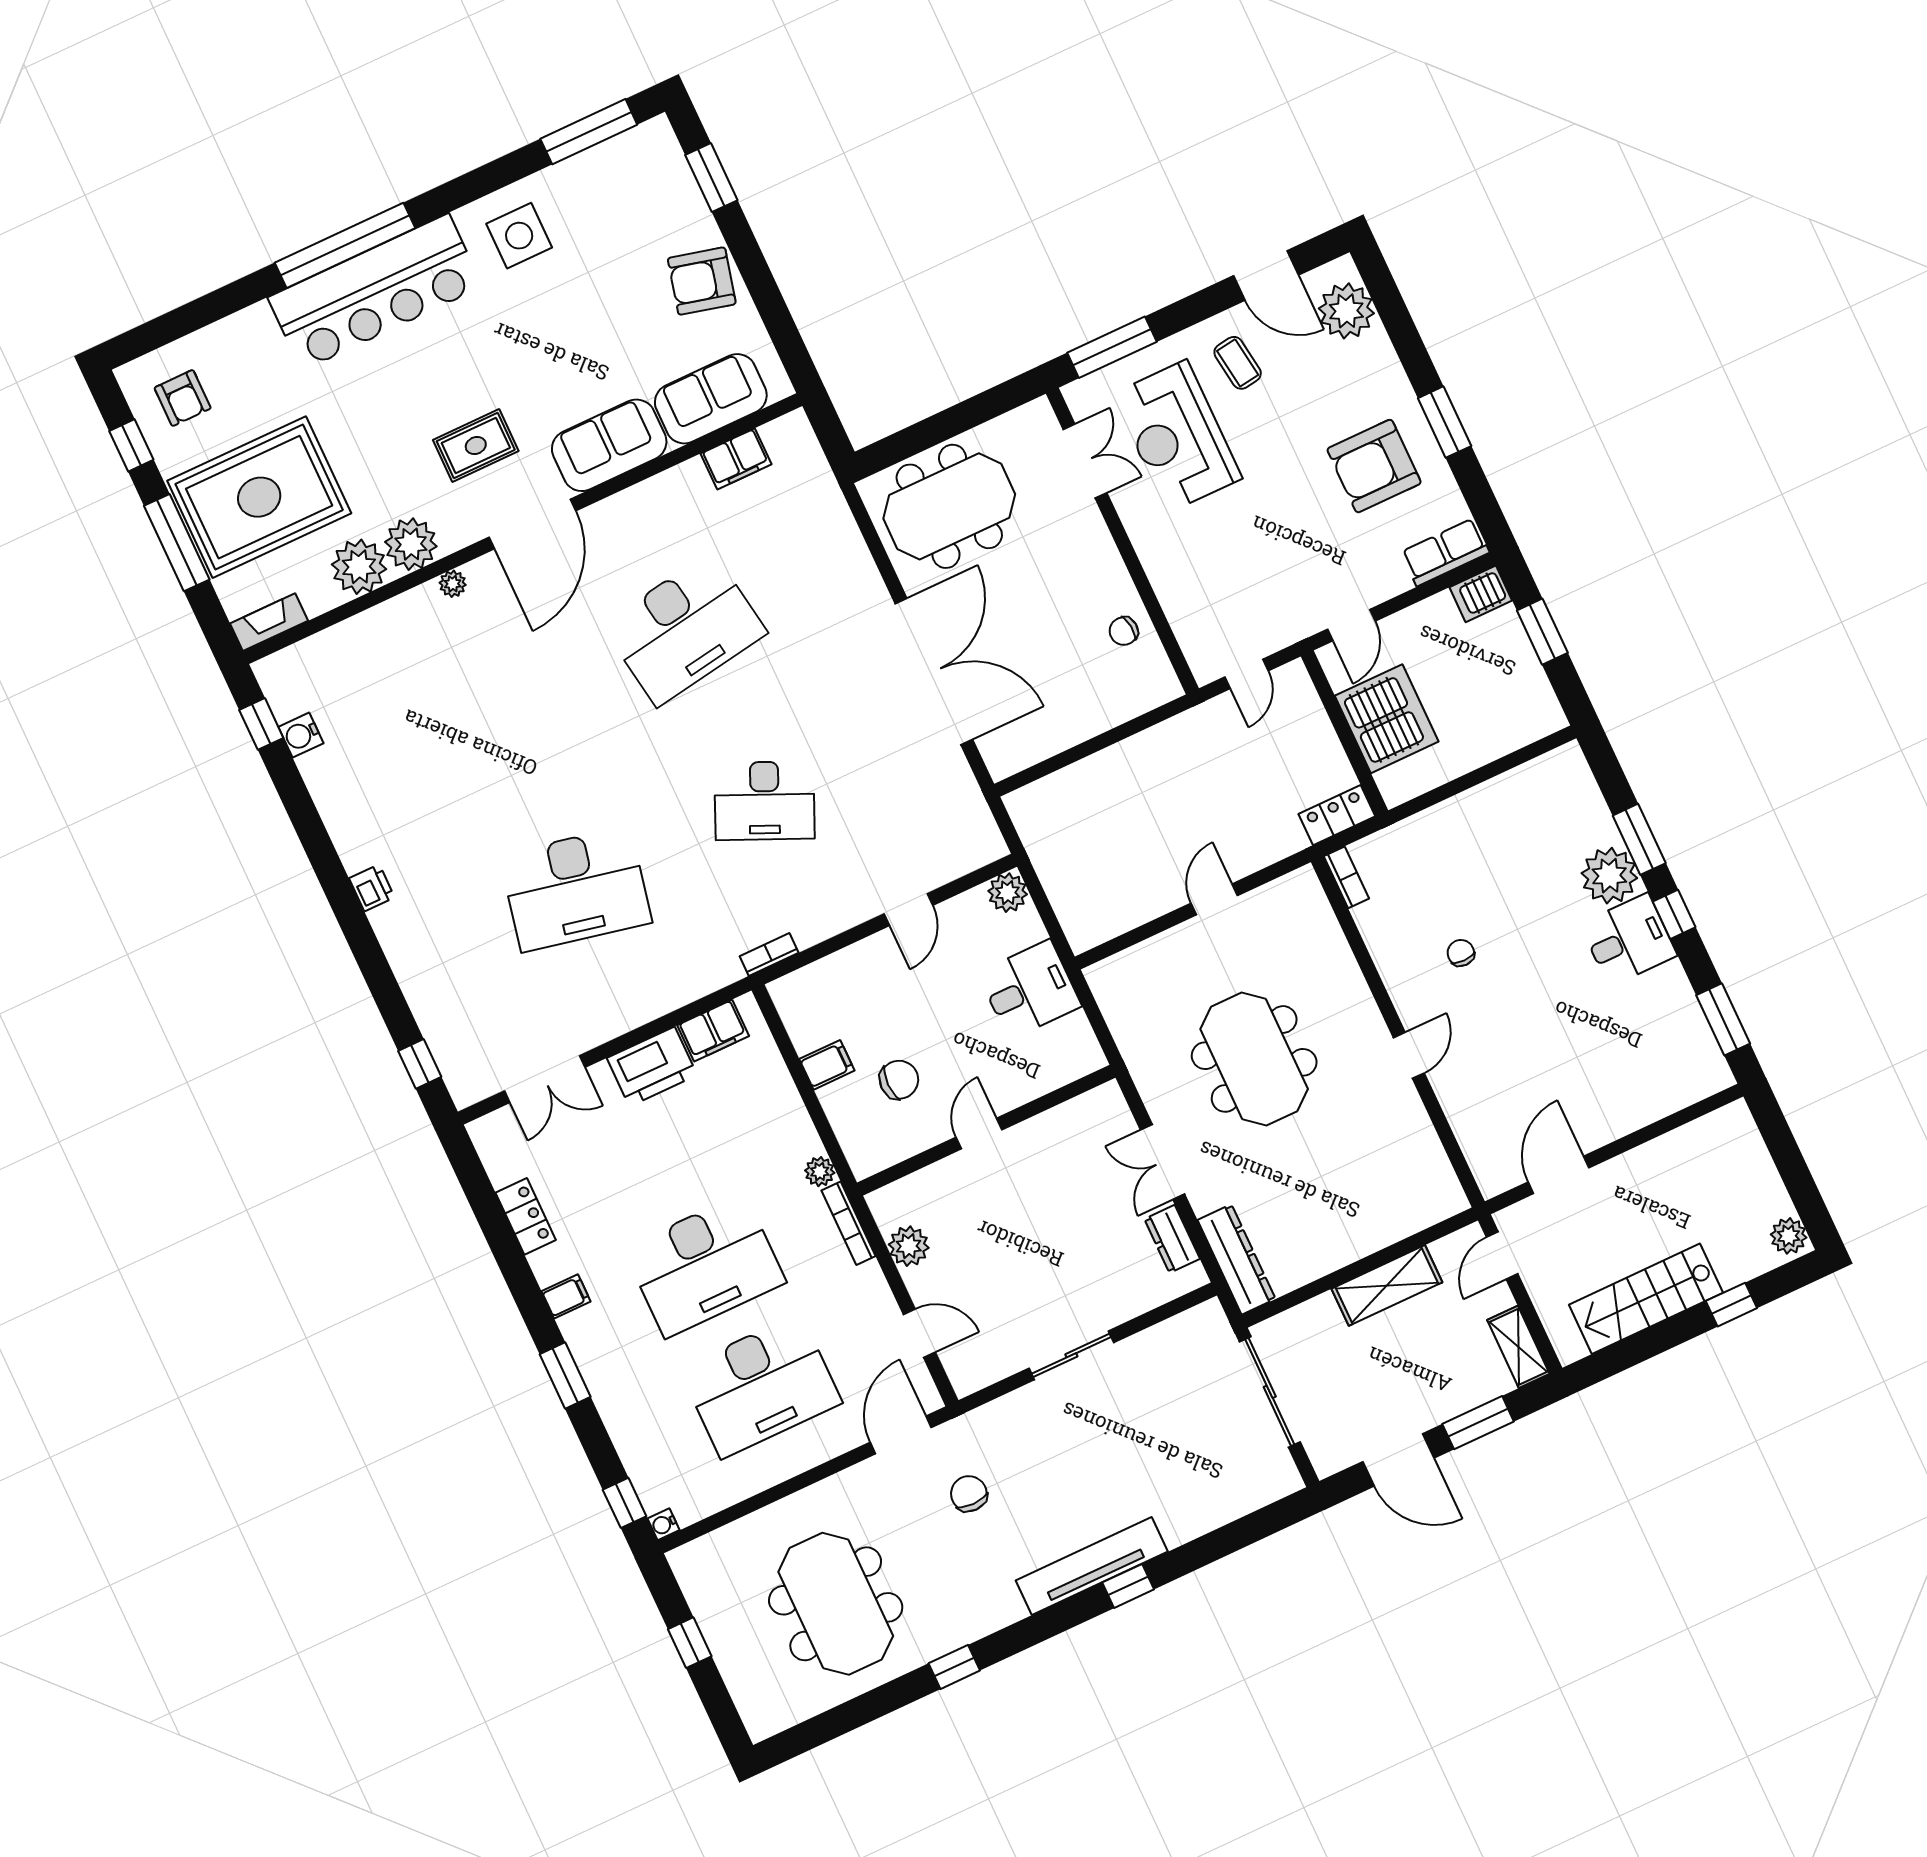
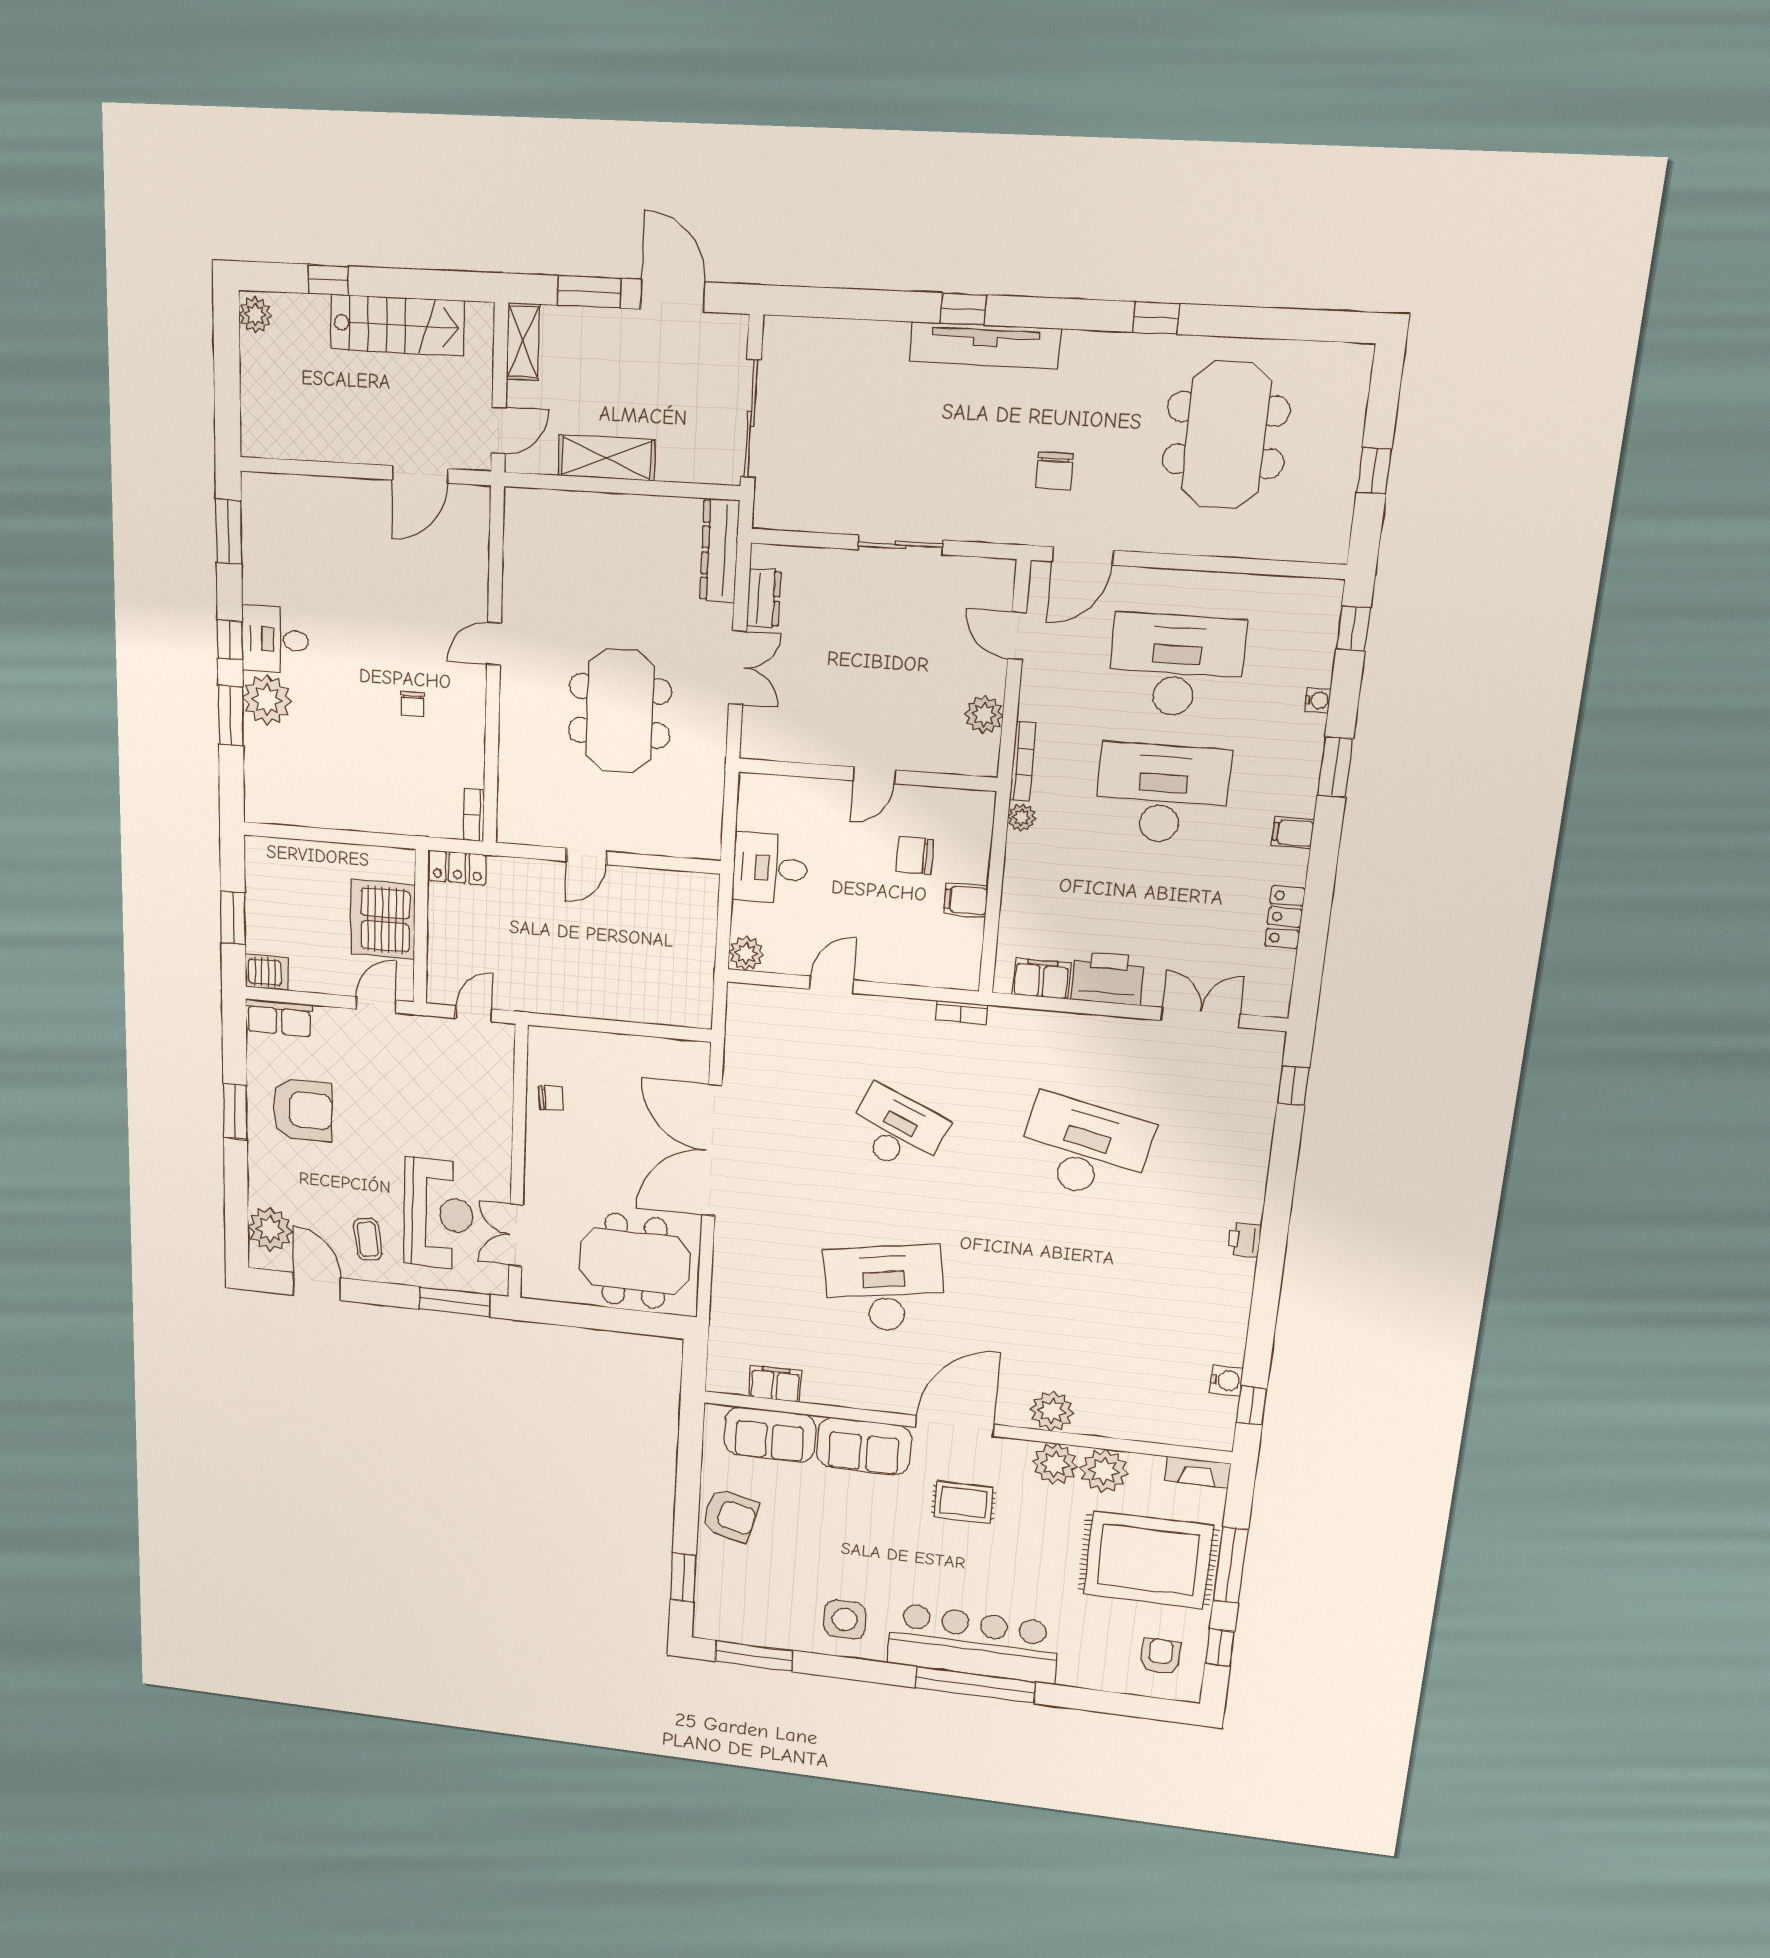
plant: (453, 584) -> (1052, 1411), width x1.88, depth x1.88
water cooler: (663, 1524) -> (1318, 700), moved

